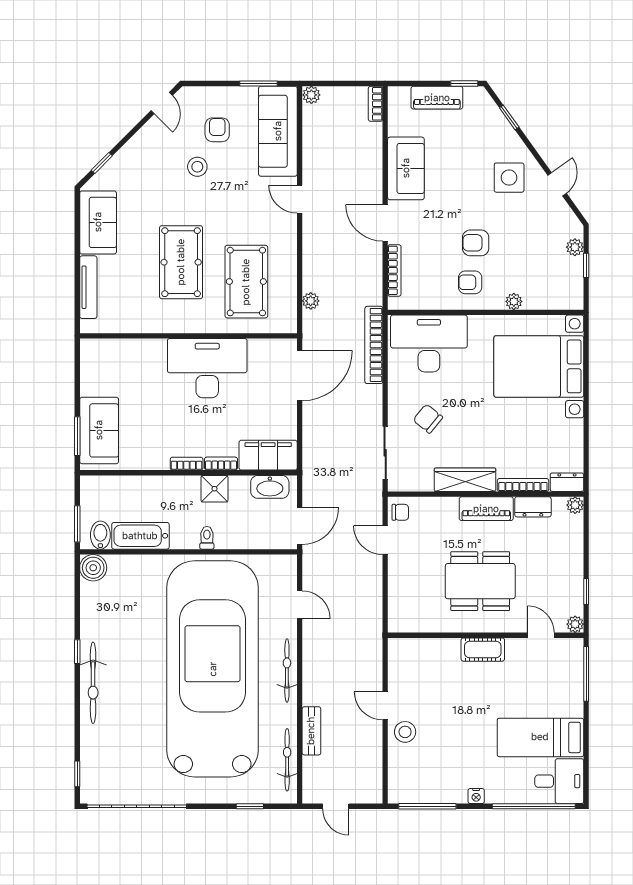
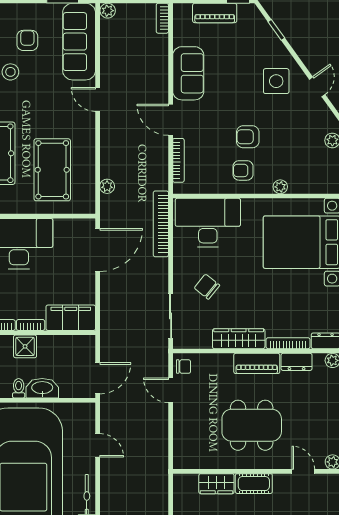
washbasin: (270, 487) -> (42, 388), moved, turned 180
wardrobe: (439, 650) -> (216, 484), added

